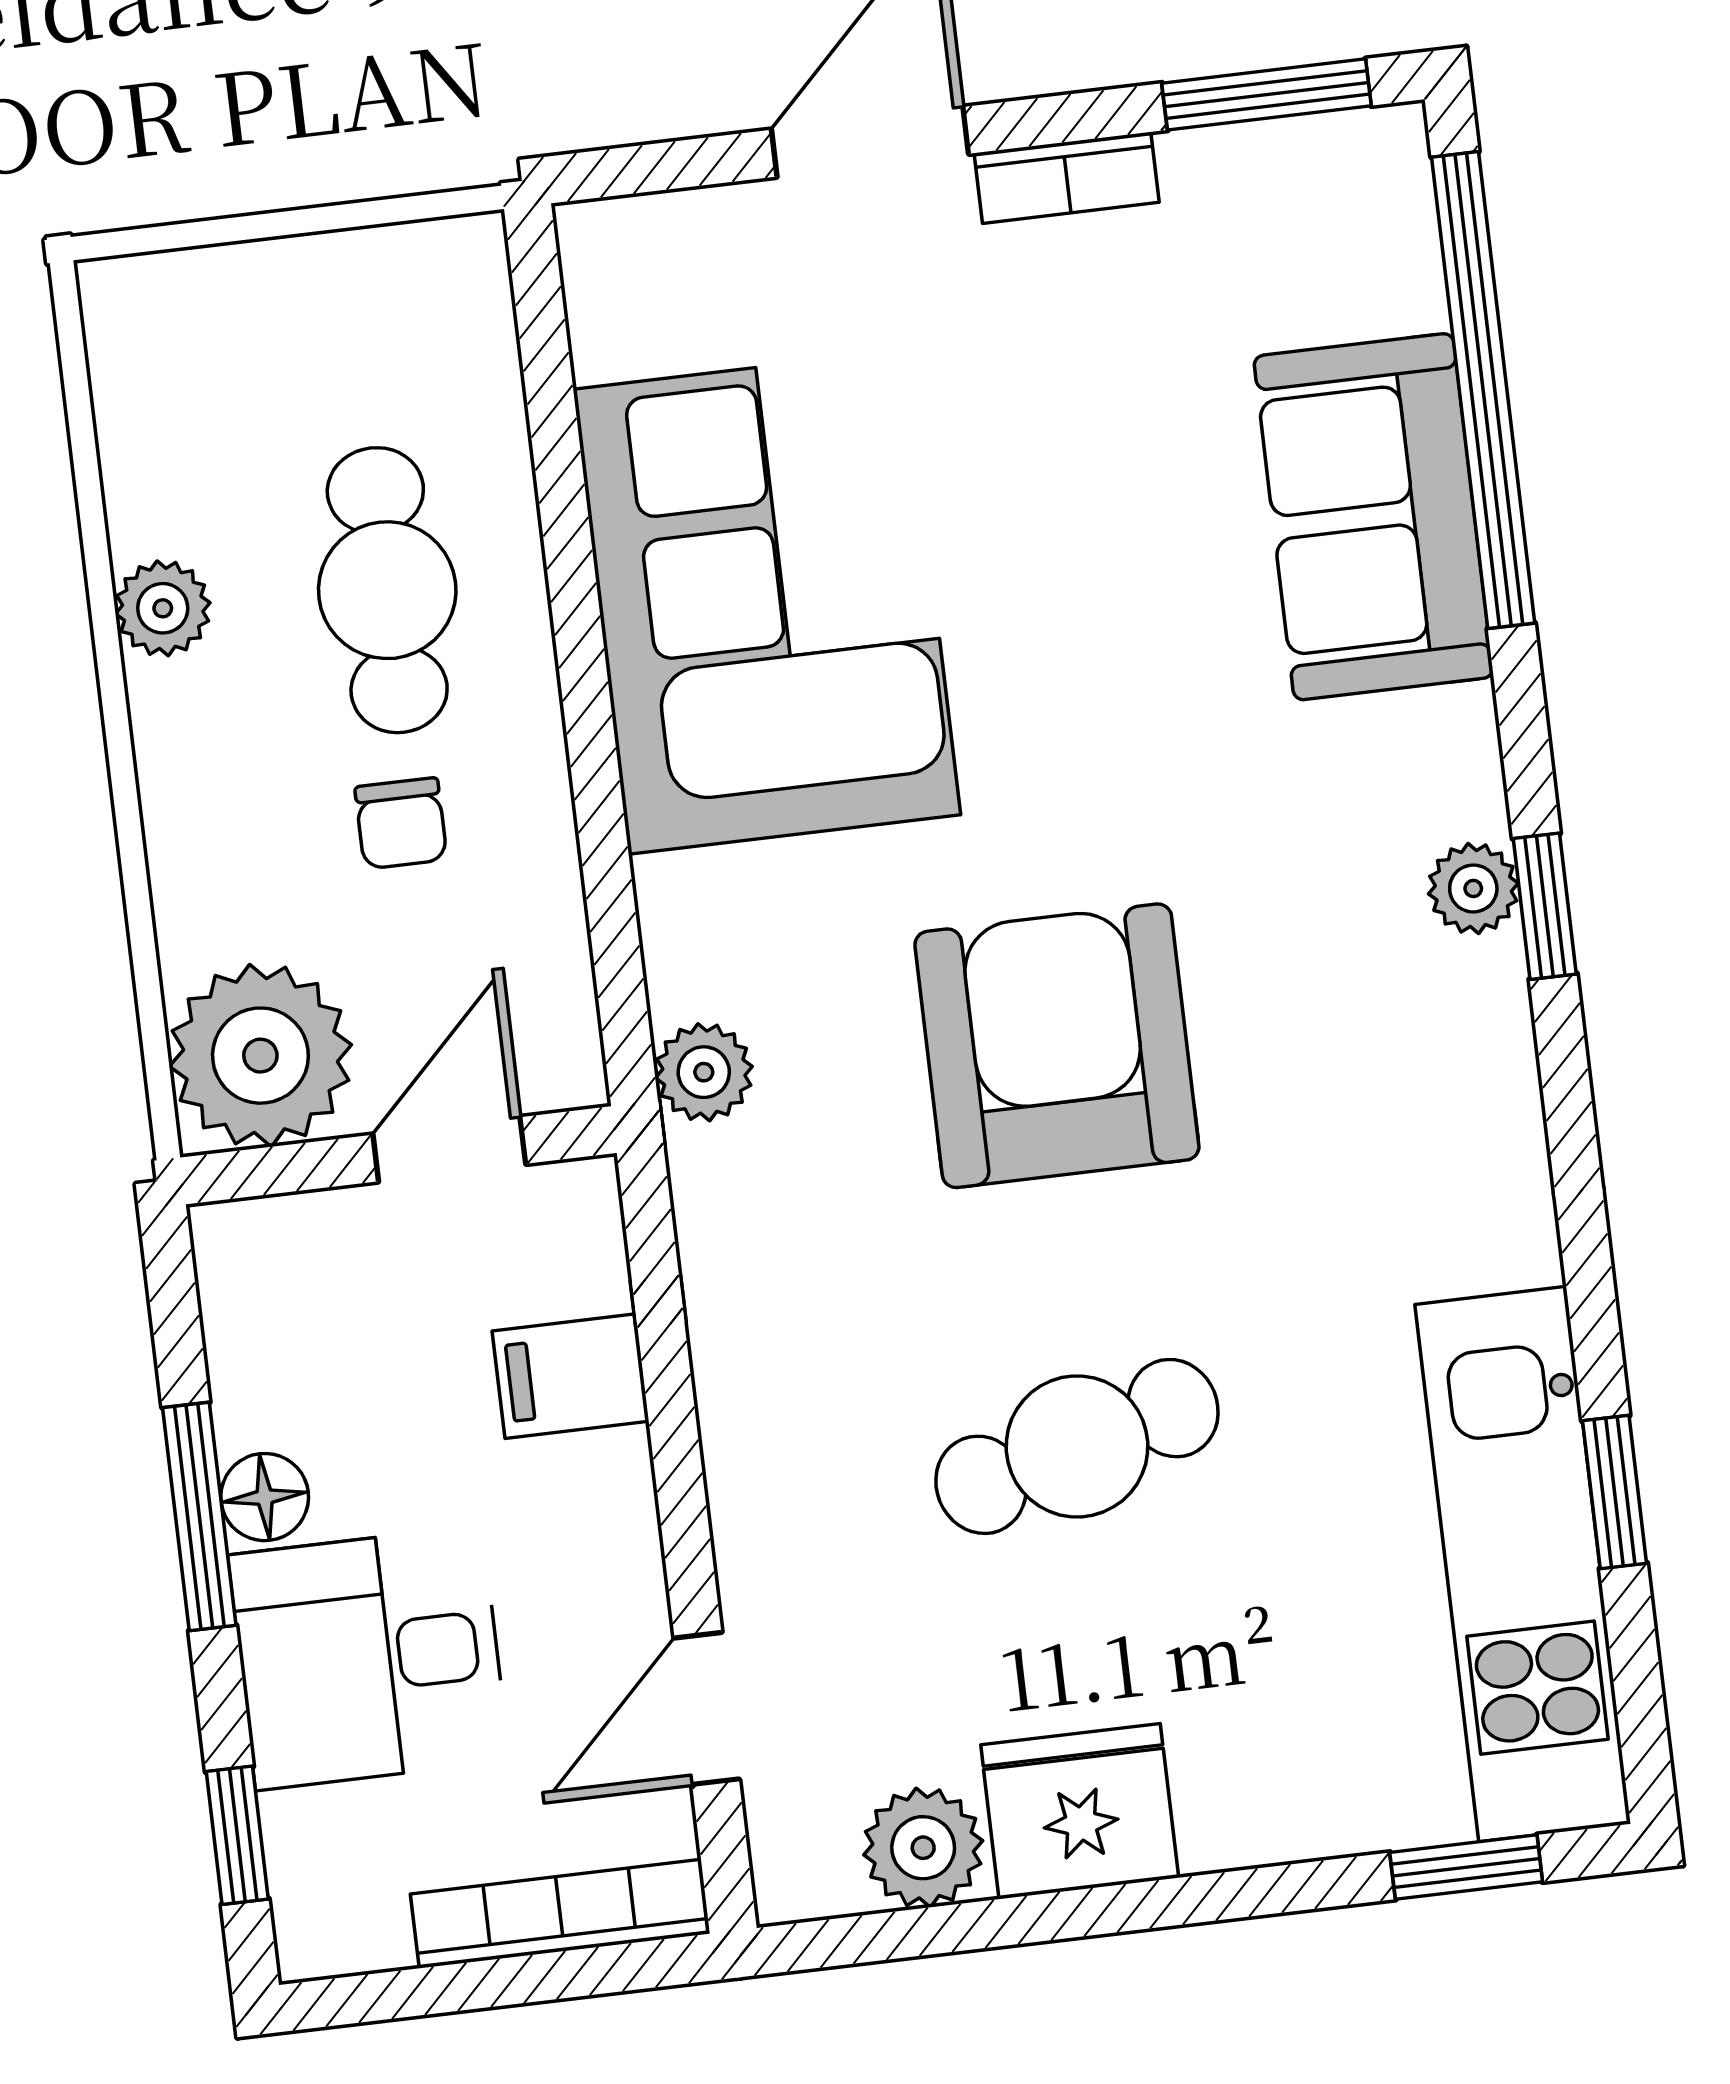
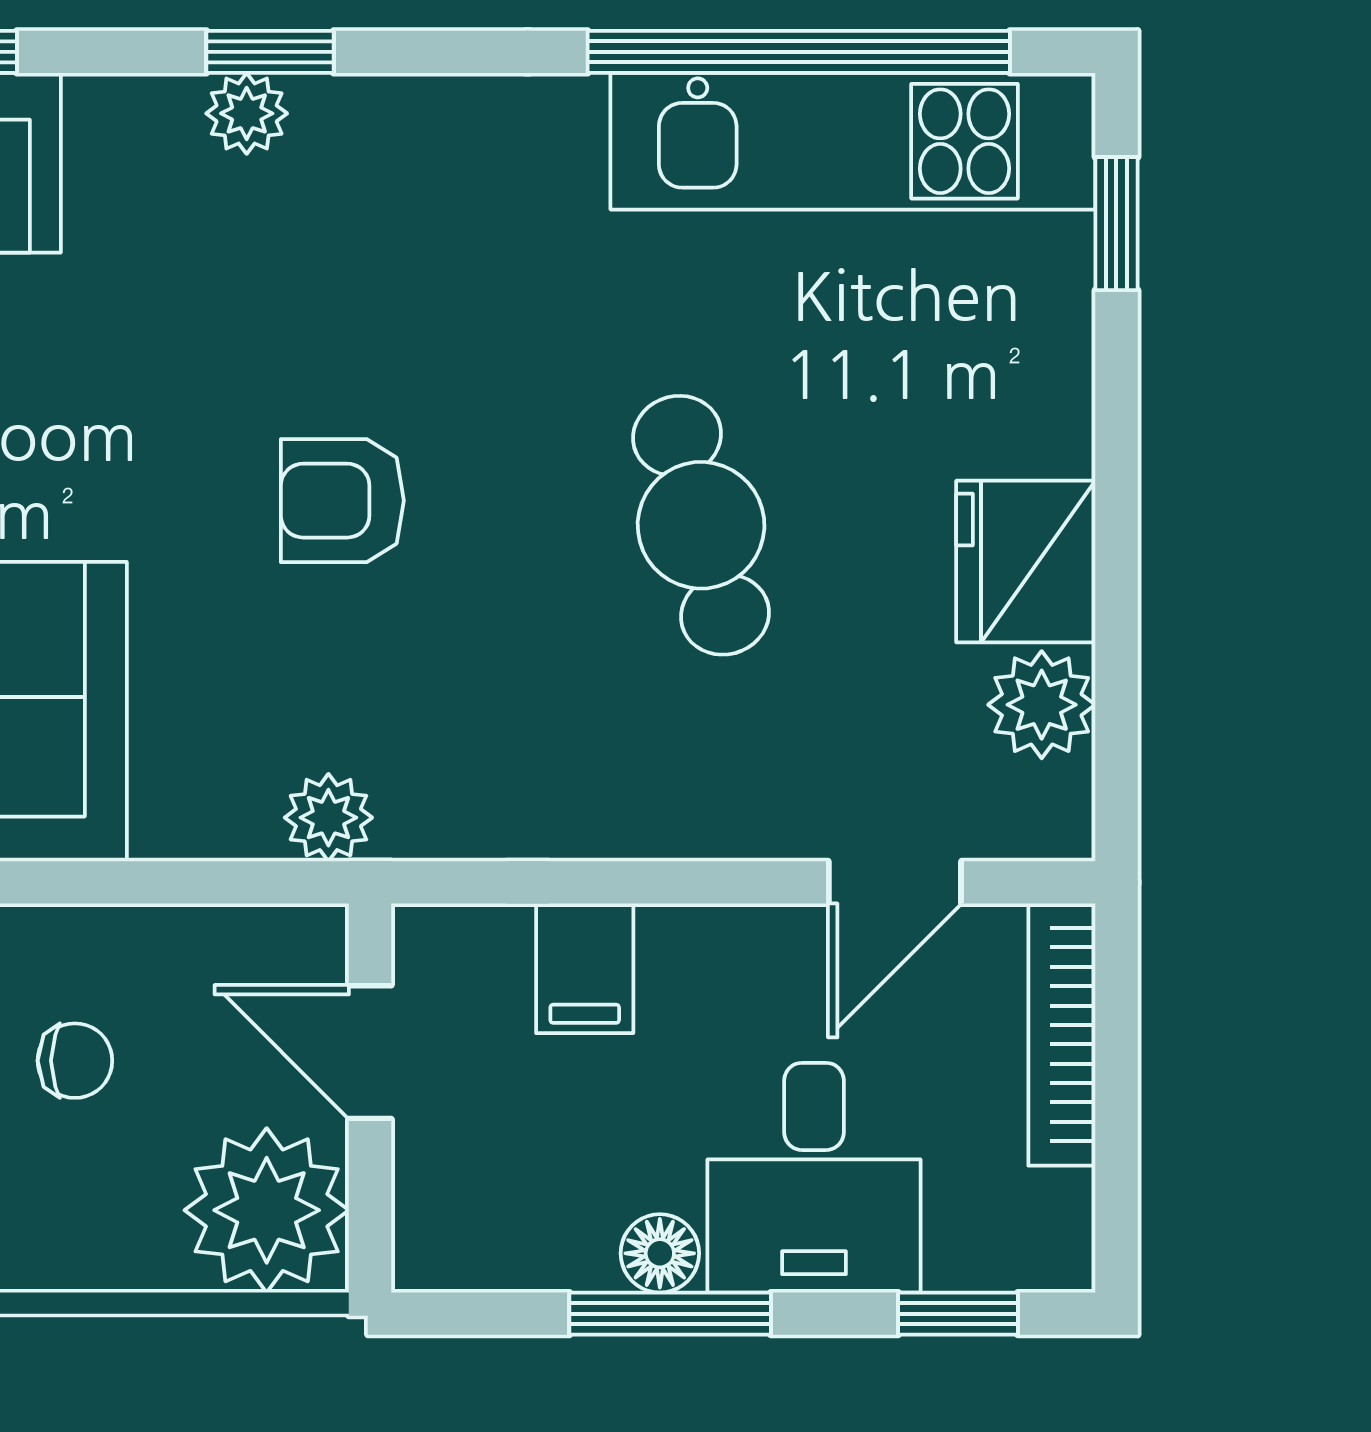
armchair: (1057, 1046) -> (342, 501), width x0.53, depth x0.53
window: (1615, 1492) -> (799, 52), width x3.17
door: (707, 1709) -> (895, 882), hinge flipped

